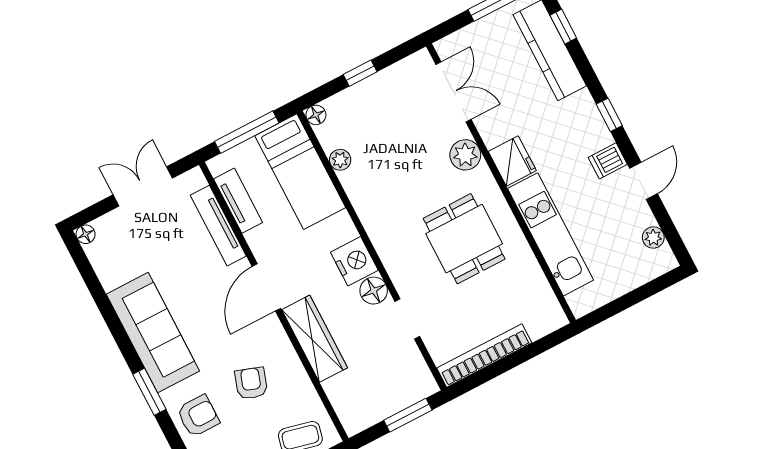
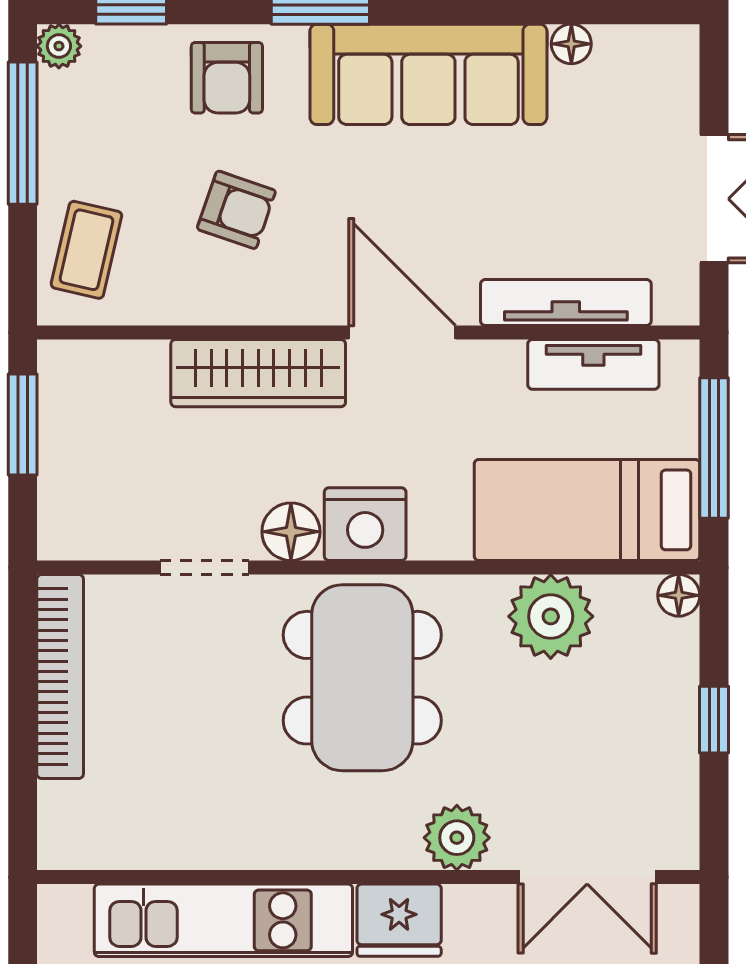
plant: (340, 160) -> (551, 616), width x1.88, depth x1.88
floor lamp: (86, 234) -> (571, 44), moved
dining table: (464, 239) -> (362, 678), moved, width x1.38
window: (408, 415) -> (23, 425), moved

